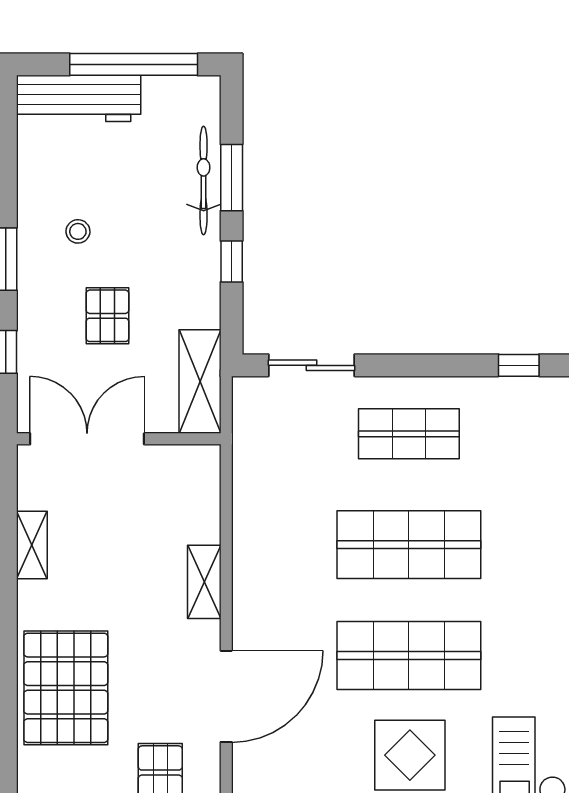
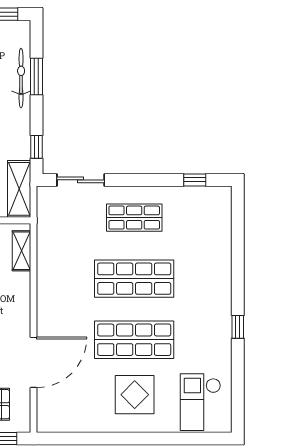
window: (232, 261) -> (36, 147), moved
shelving: (204, 582) -> (21, 251), moved

